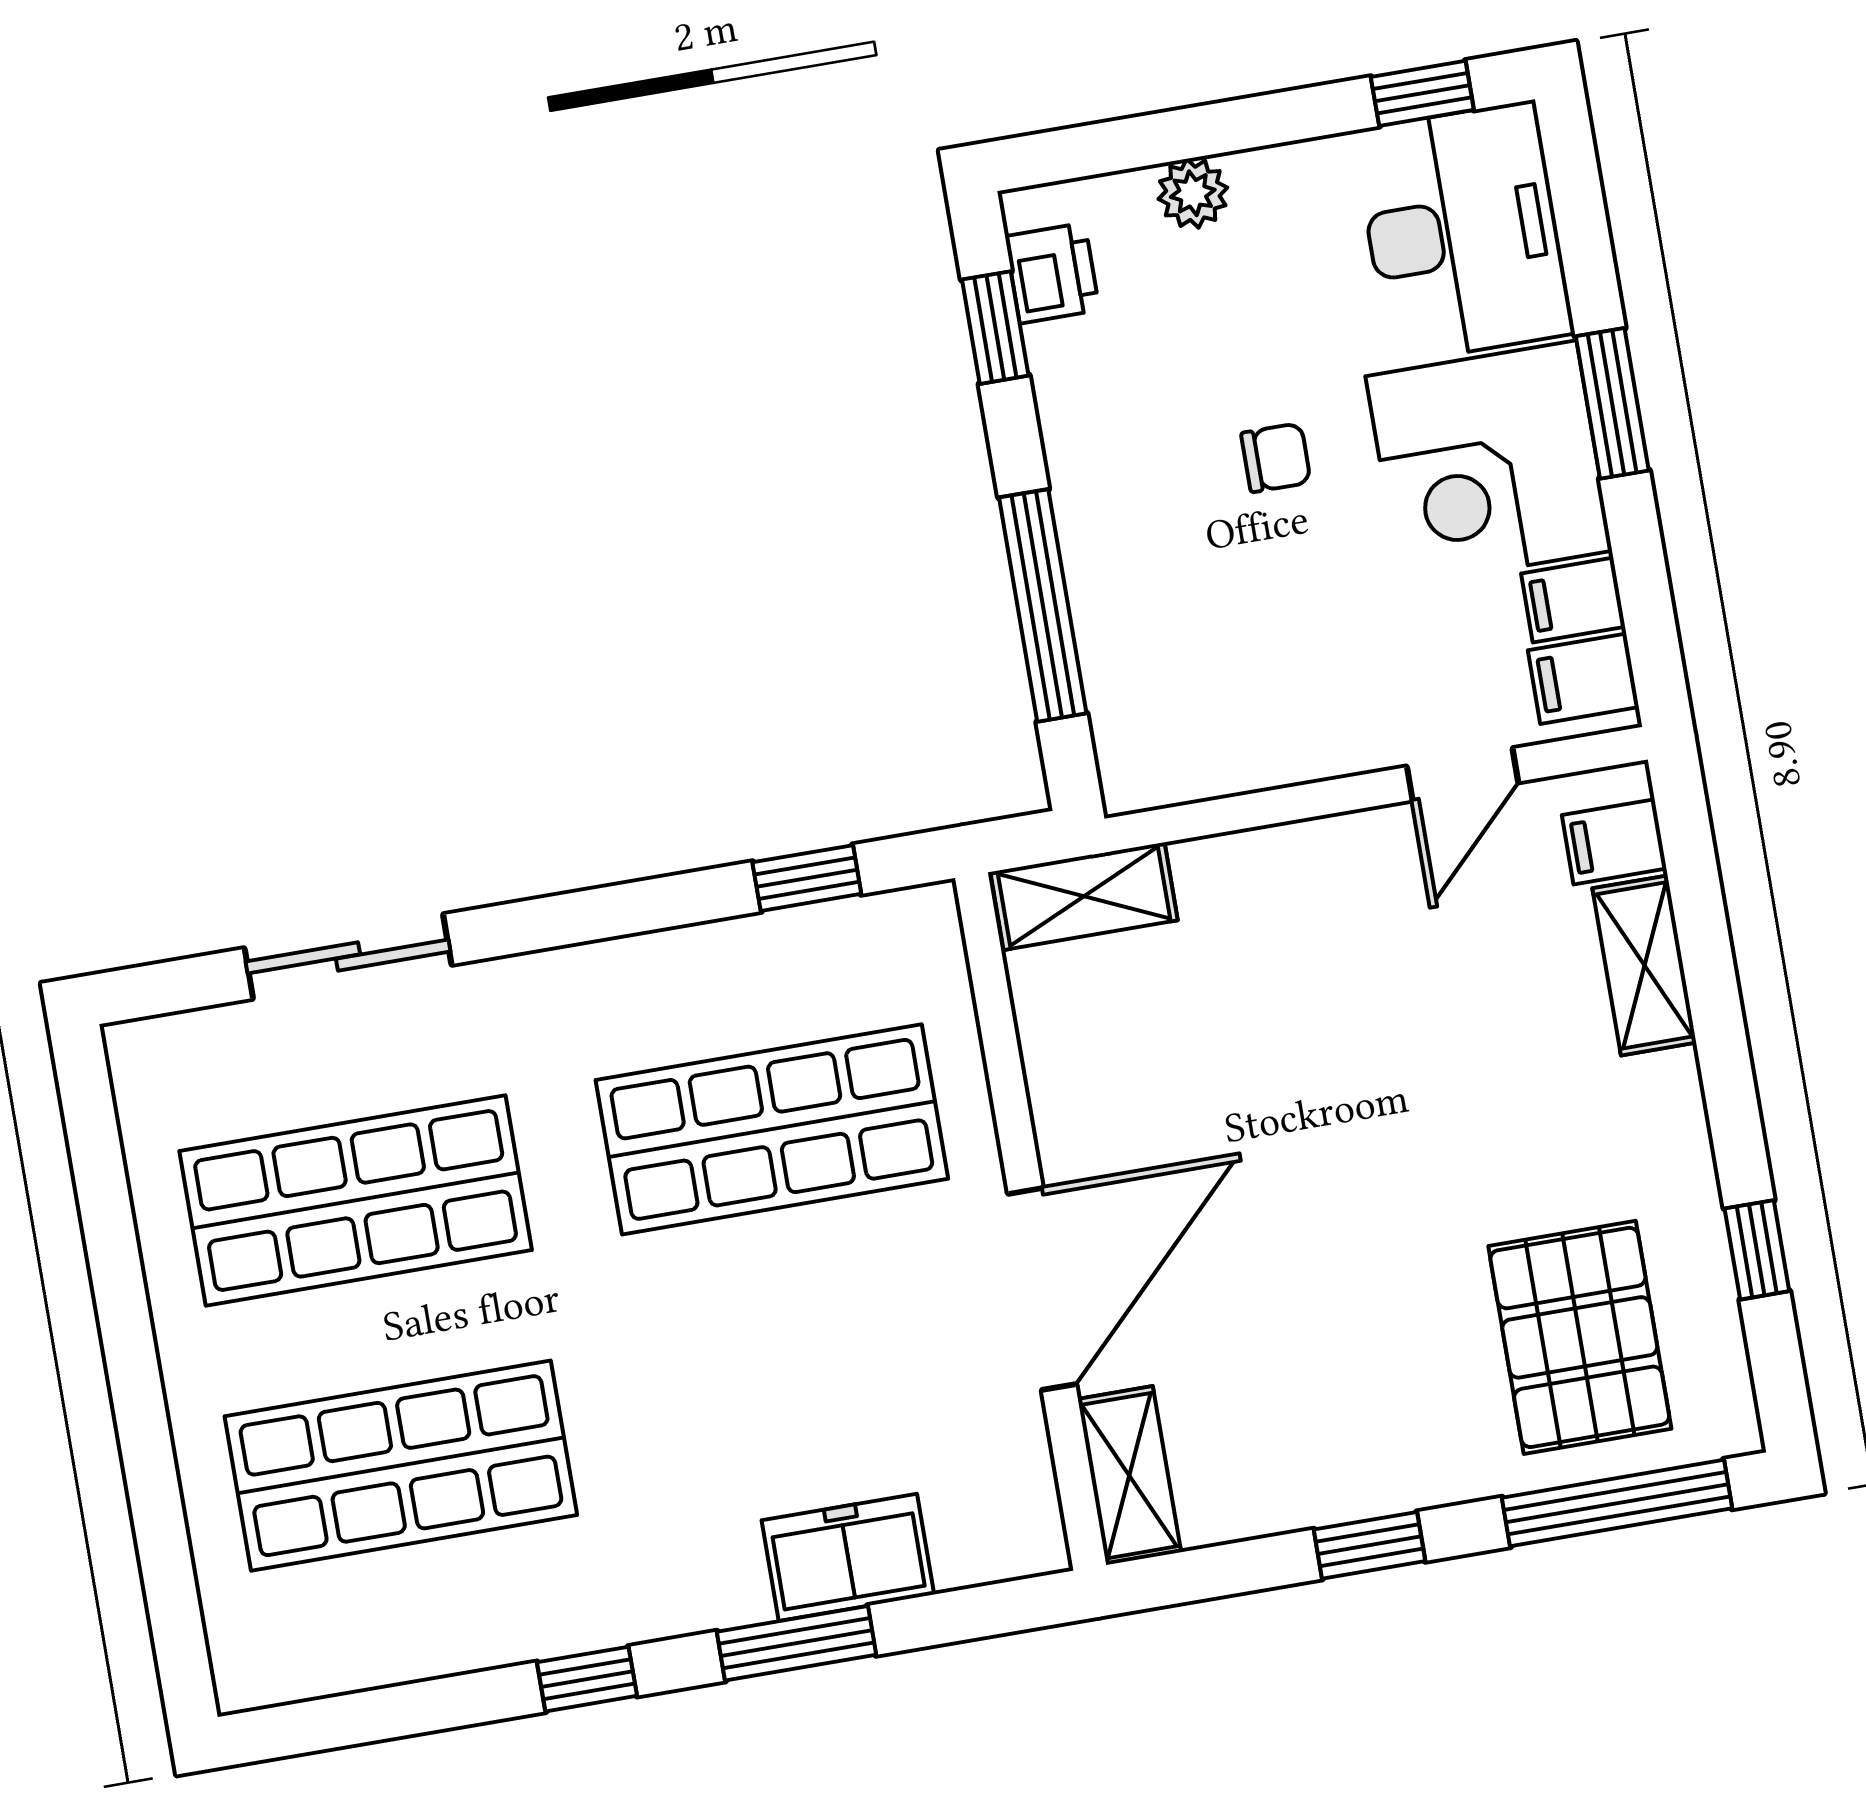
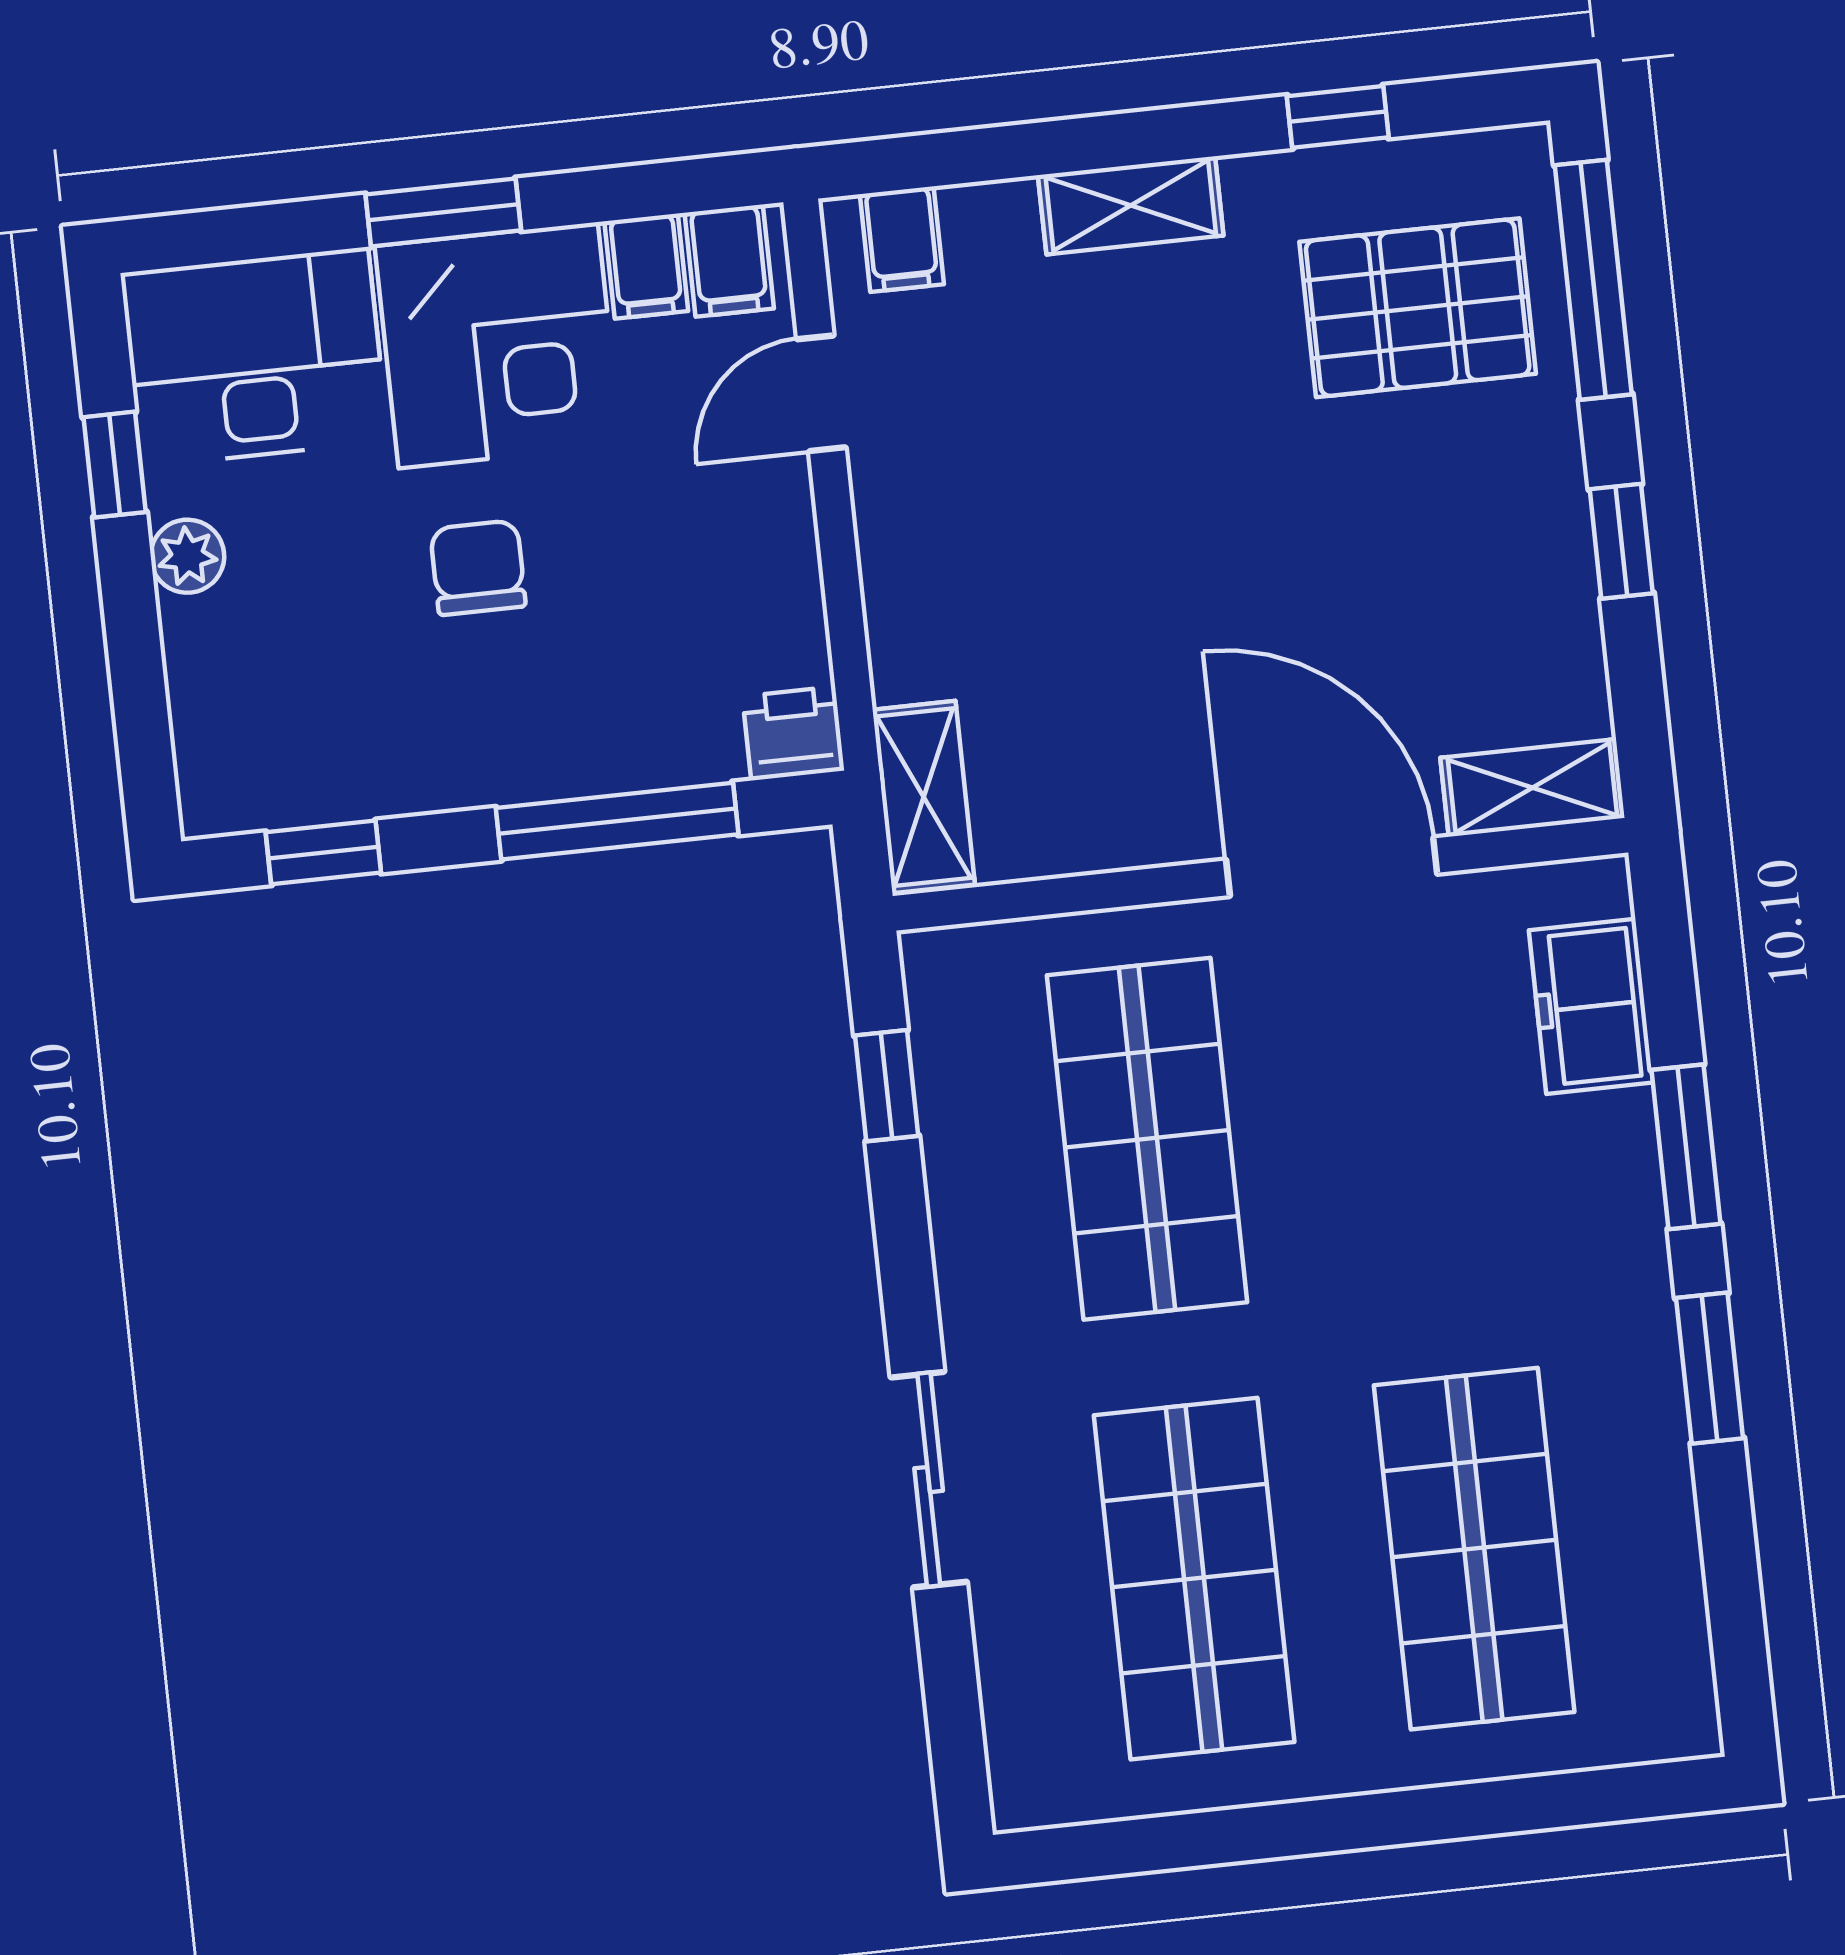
window: (1422, 93) -> (115, 465), moved
plant: (1193, 193) -> (187, 556), moved
printer: (1052, 273) -> (793, 733), moved
chair: (1276, 458) -> (478, 568), width x1.37, depth x1.37
door: (1463, 774) -> (821, 393), swing flipped
sliding door: (348, 957) -> (929, 1480), moved
shelving: (1644, 965) -> (1131, 205), moved
freezer: (848, 1557) -> (1591, 1006), moved
window: (587, 1679) -> (1710, 1368), width x1.50

